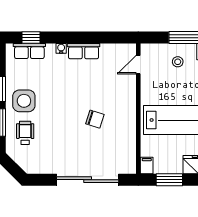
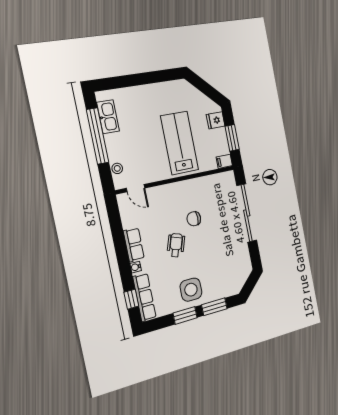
row of seats: (29, 51) -> (144, 297), width x1.48
stool: (178, 62) -> (117, 168), moved
chair: (95, 119) -> (194, 219), turned -108
wheelchair: (25, 133) -> (176, 245), moved, turned 108

